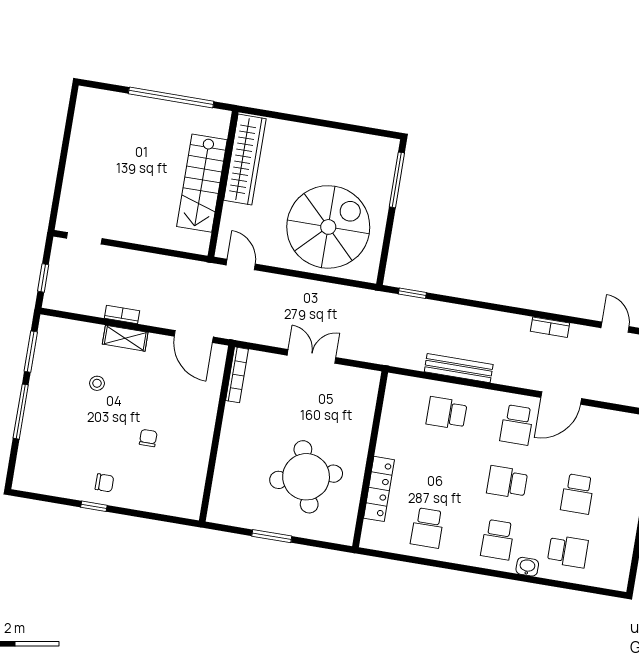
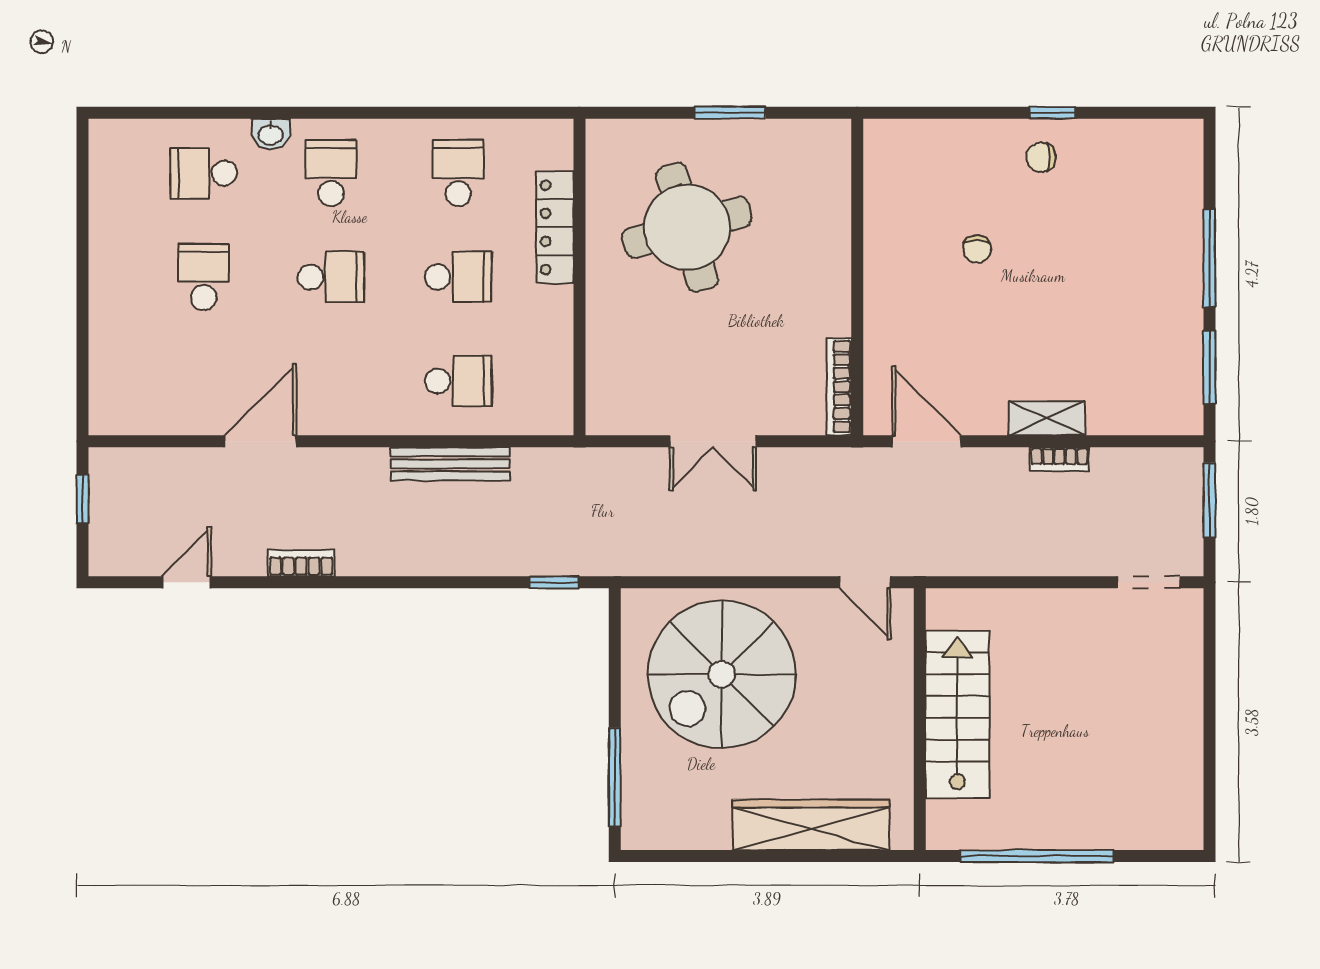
wardrobe: (245, 160) -> (811, 825), moved, turned 90
window: (43, 278) -> (1209, 500), width x1.50
door: (615, 327) -> (187, 582), swing flipped
stool: (97, 383) -> (1083, 330), removed
school desk: (517, 425) -> (458, 277), moved, turned 90

